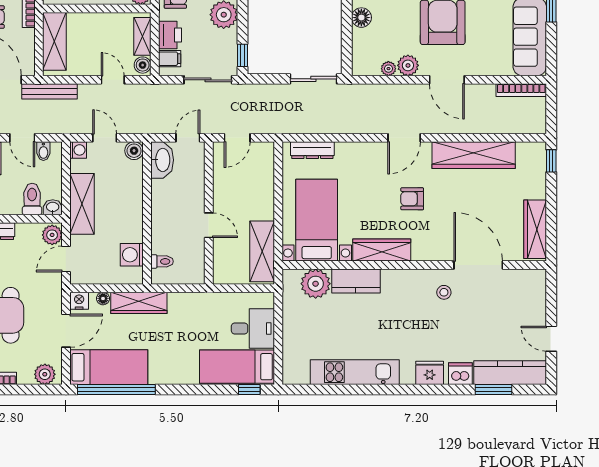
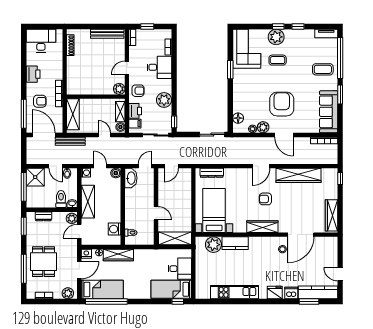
floor lamp: (361, 18) -> (238, 118), moved
wardrobe: (382, 250) -> (262, 227), moved
shelving: (262, 251) -> (175, 238), moved, turned 90
door: (478, 265) -> (301, 235), swing flipped

